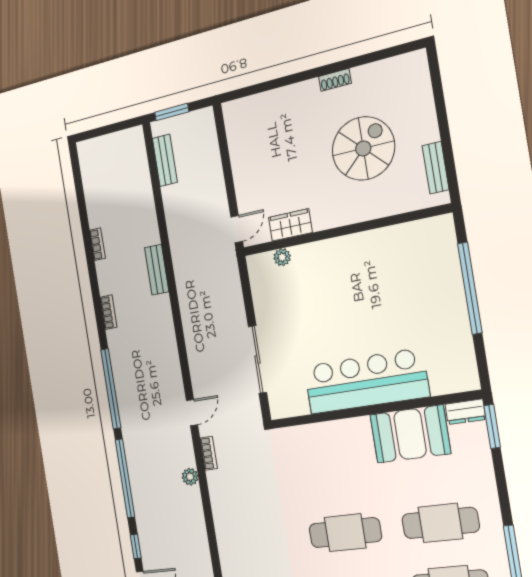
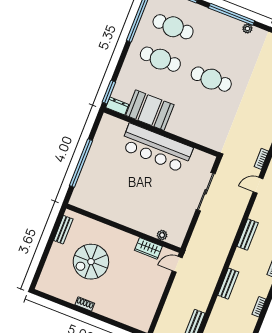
bench: (157, 270) -> (228, 284), moved
bench: (167, 334) -> (248, 235), added

